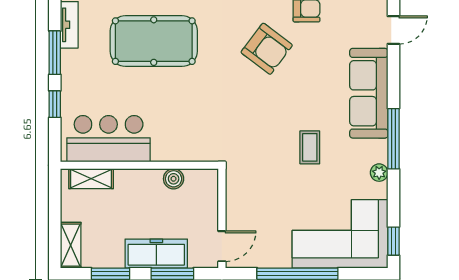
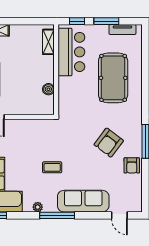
bar counter: (109, 139) -> (71, 52), moved
wall: (139, 165) -> (56, 70), moved
shelving: (91, 179) -> (48, 42), moved
boiler: (174, 179) -> (48, 89), moved

